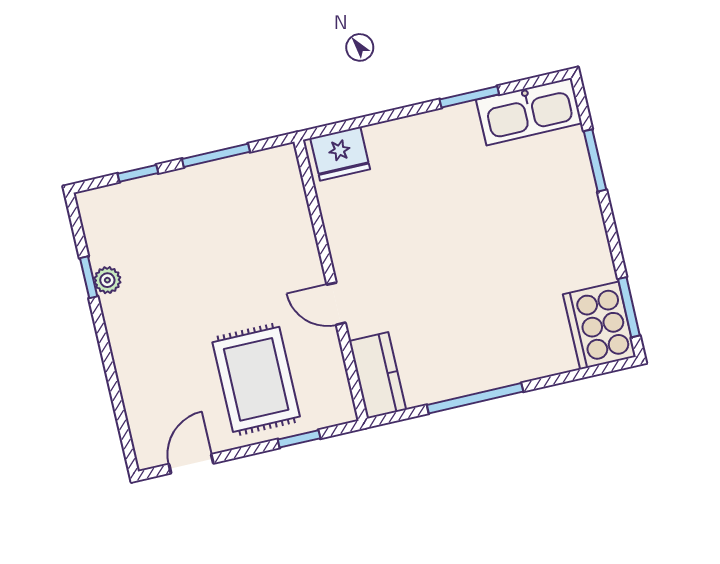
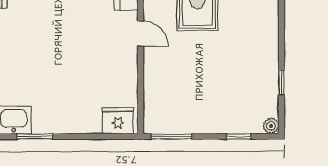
window: (216, 155) -> (171, 136), moved
plant: (107, 280) -> (271, 126), moved

